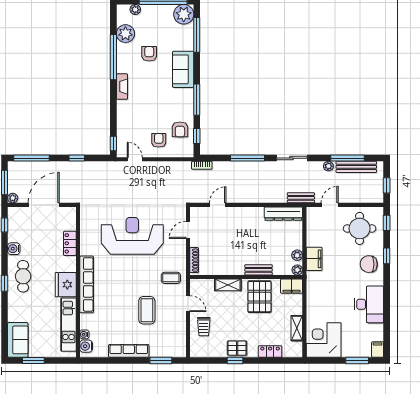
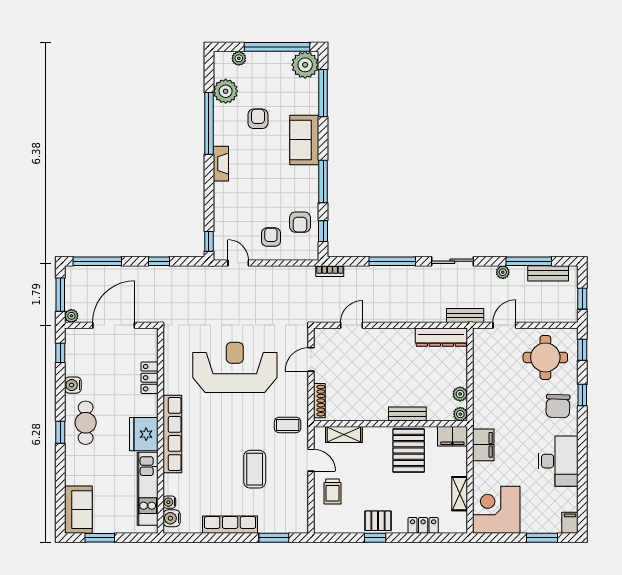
bench: (356, 167) -> (548, 273), width x0.73
filing cabinet: (314, 259) -> (483, 445), moved
chair: (369, 264) -> (558, 406), turned -88
shelving: (228, 285) -> (344, 434), moved

